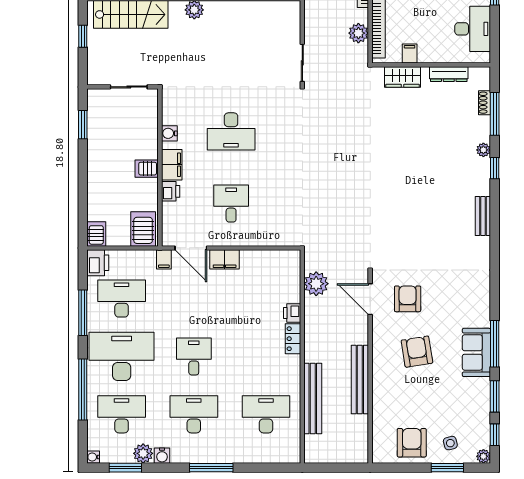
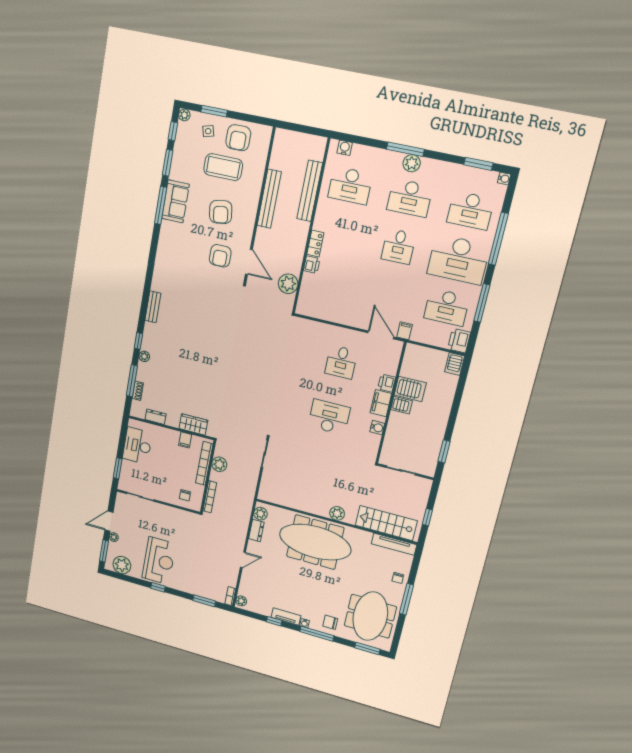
dresser: (449, 74) -> (156, 417), width x0.70
server rack: (143, 229) -> (410, 389), moved, turned -90
filing cabinet: (225, 259) -> (356, 320), removed
coffee table: (424, 405) -> (223, 167), added
plant: (143, 453) -> (412, 163), moved
water cooler: (162, 456) -> (345, 148), moved

